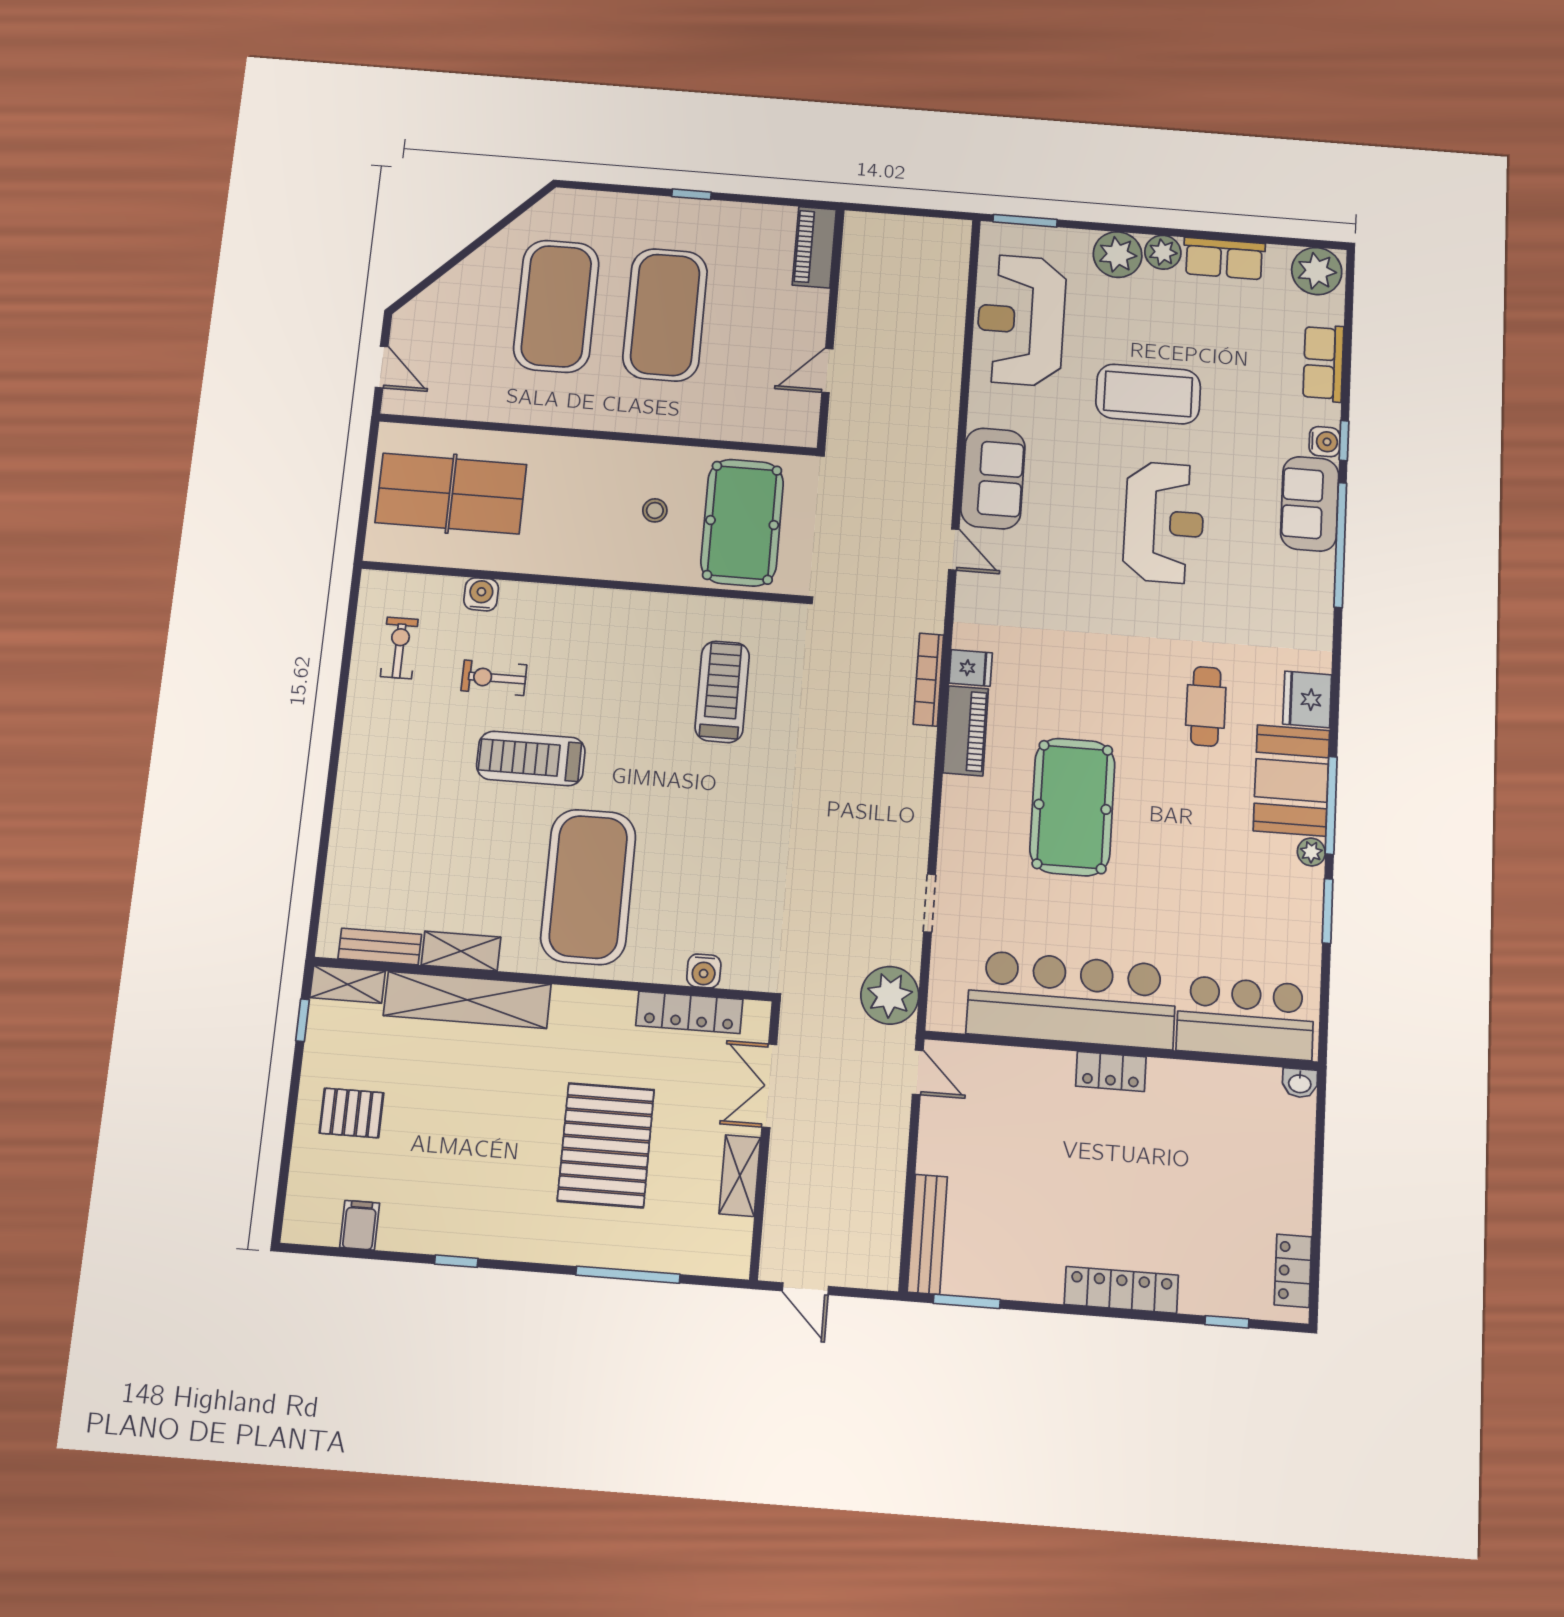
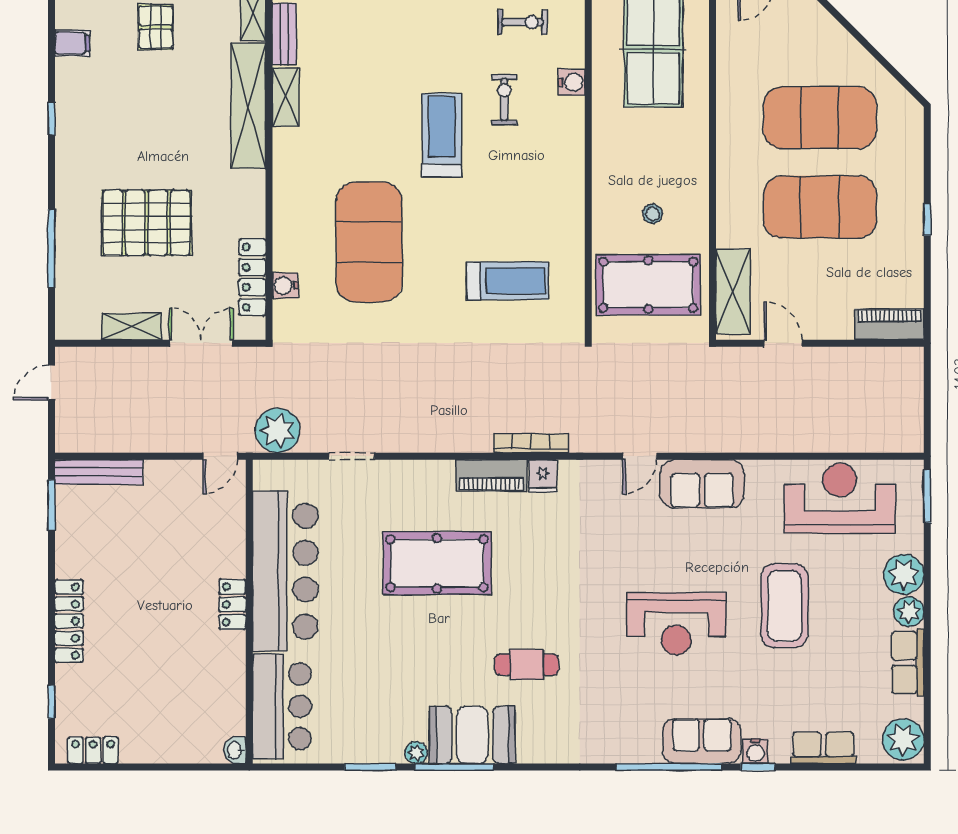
shelving: (759, 423) -> (733, 291), added
fridge: (1307, 699) -> (539, 745), removed
exercise mat: (588, 887) -> (369, 242), moved, turned 90

